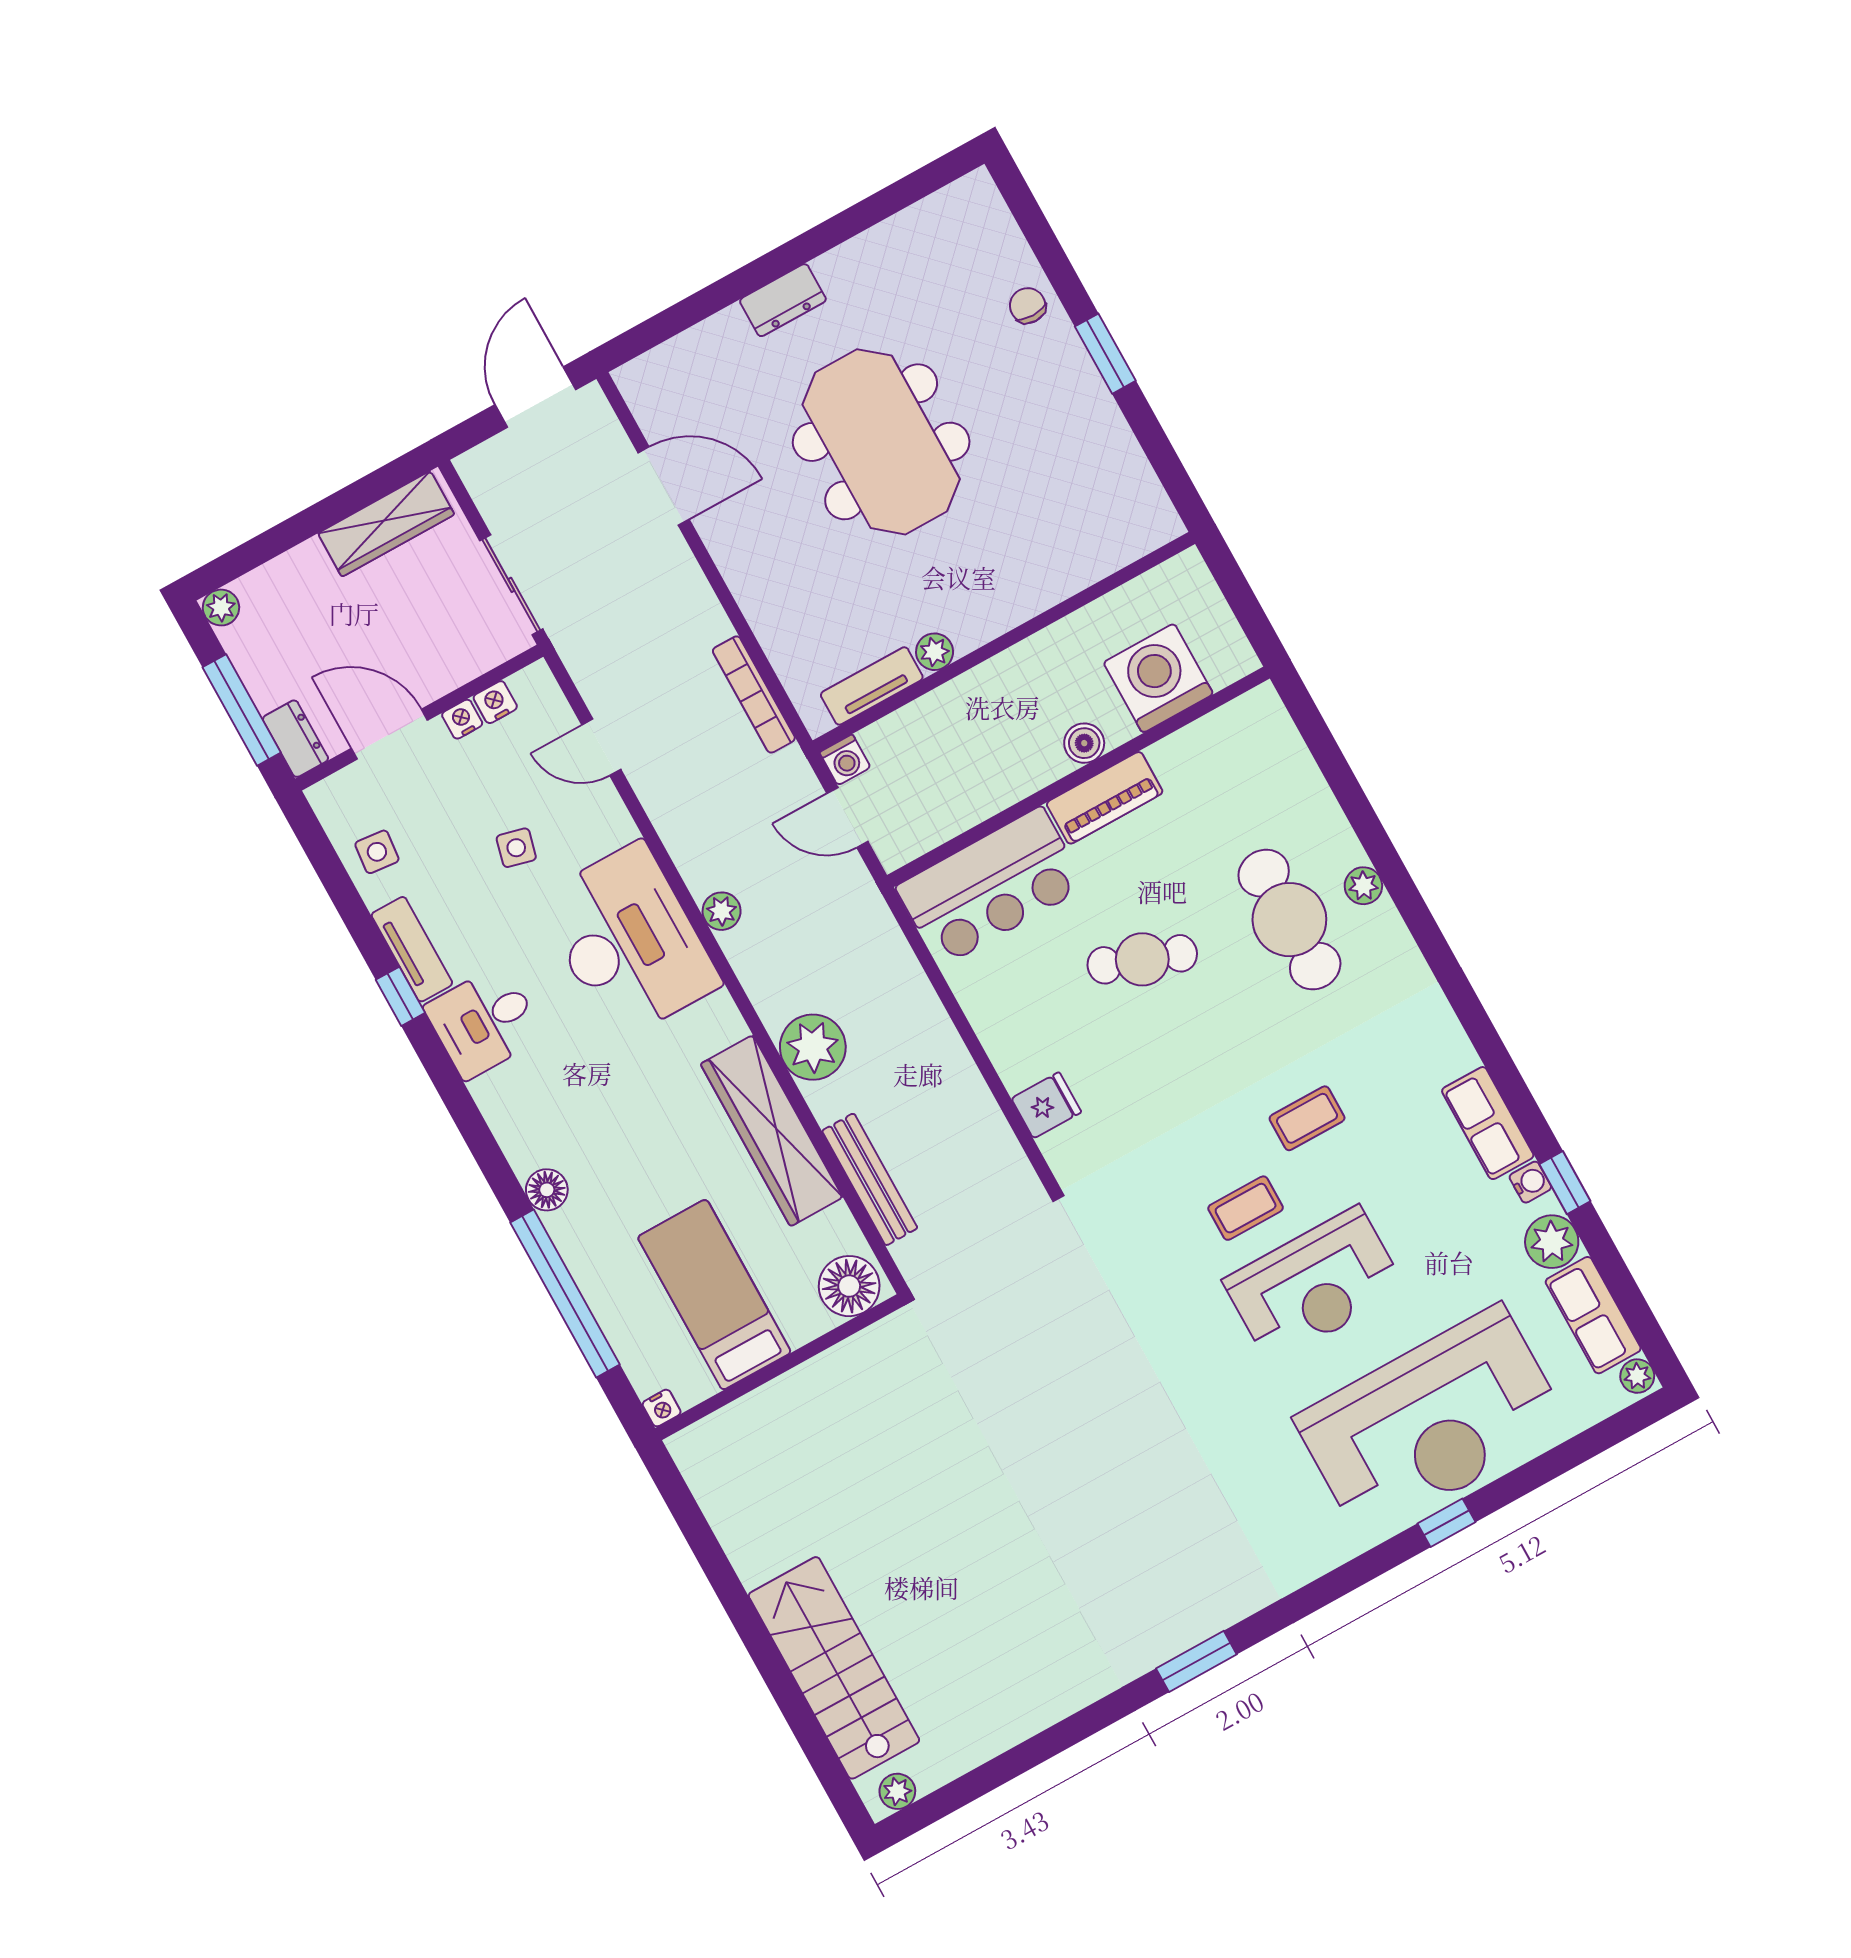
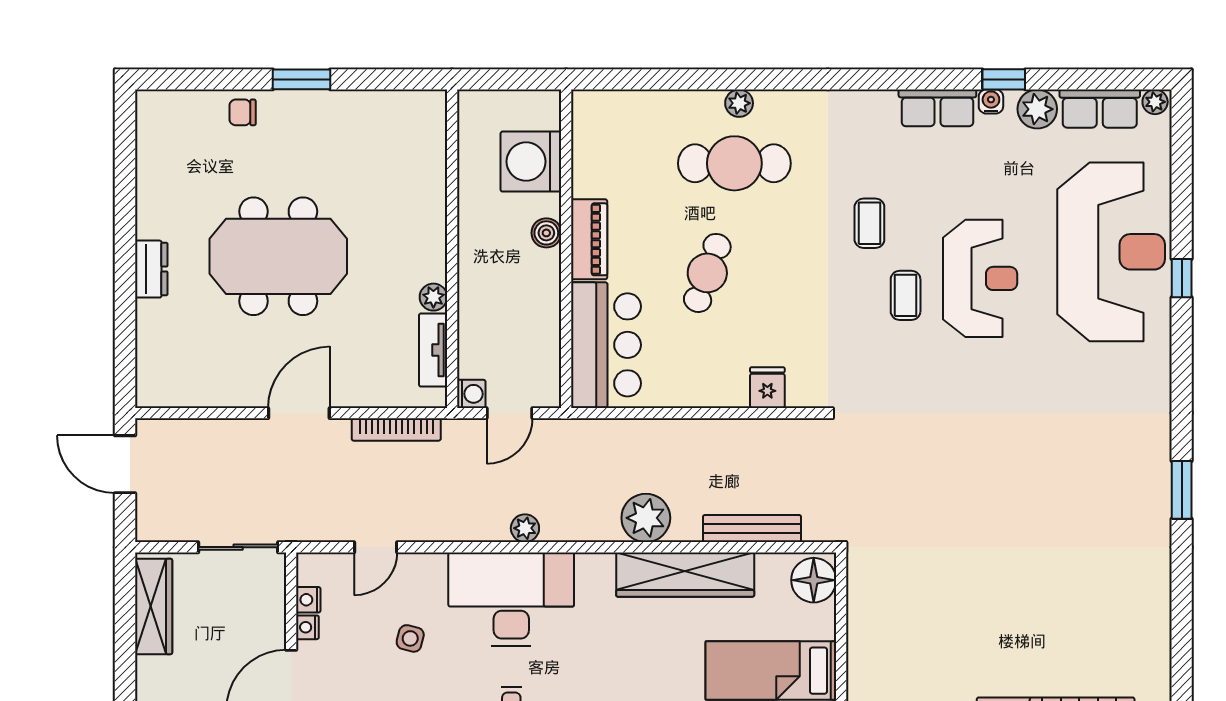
door: (664, 486) -> (299, 413), moved

